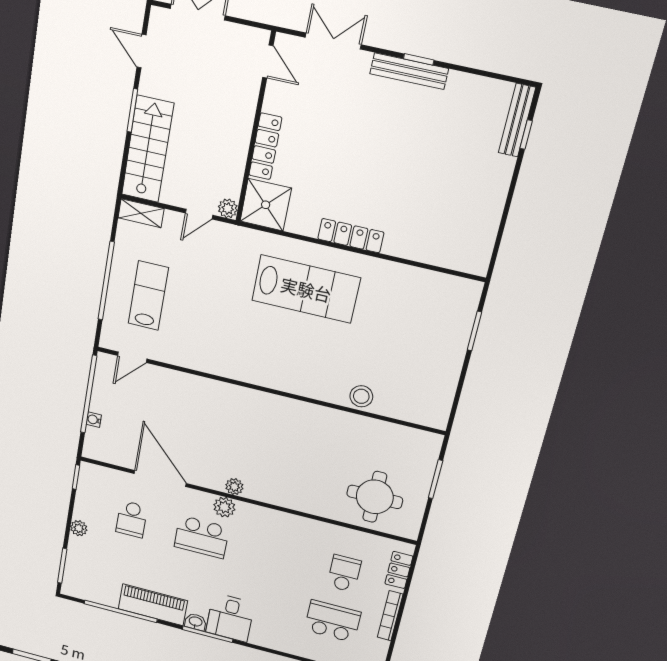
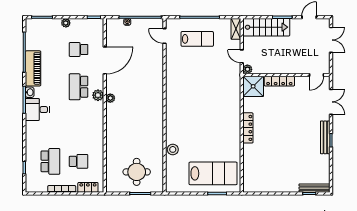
lab bench: (306, 289) -> (213, 173), moved, turned -90
round table: (375, 497) -> (137, 172), moved

